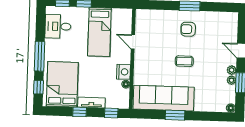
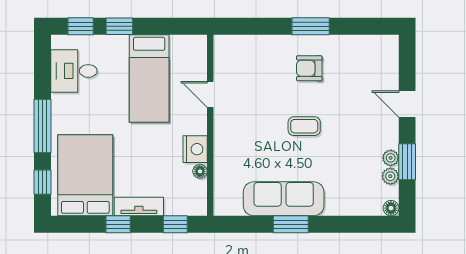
plant: (232, 70) -> (390, 176), moved
sofa: (164, 98) -> (284, 199), width x0.74, depth x0.79

